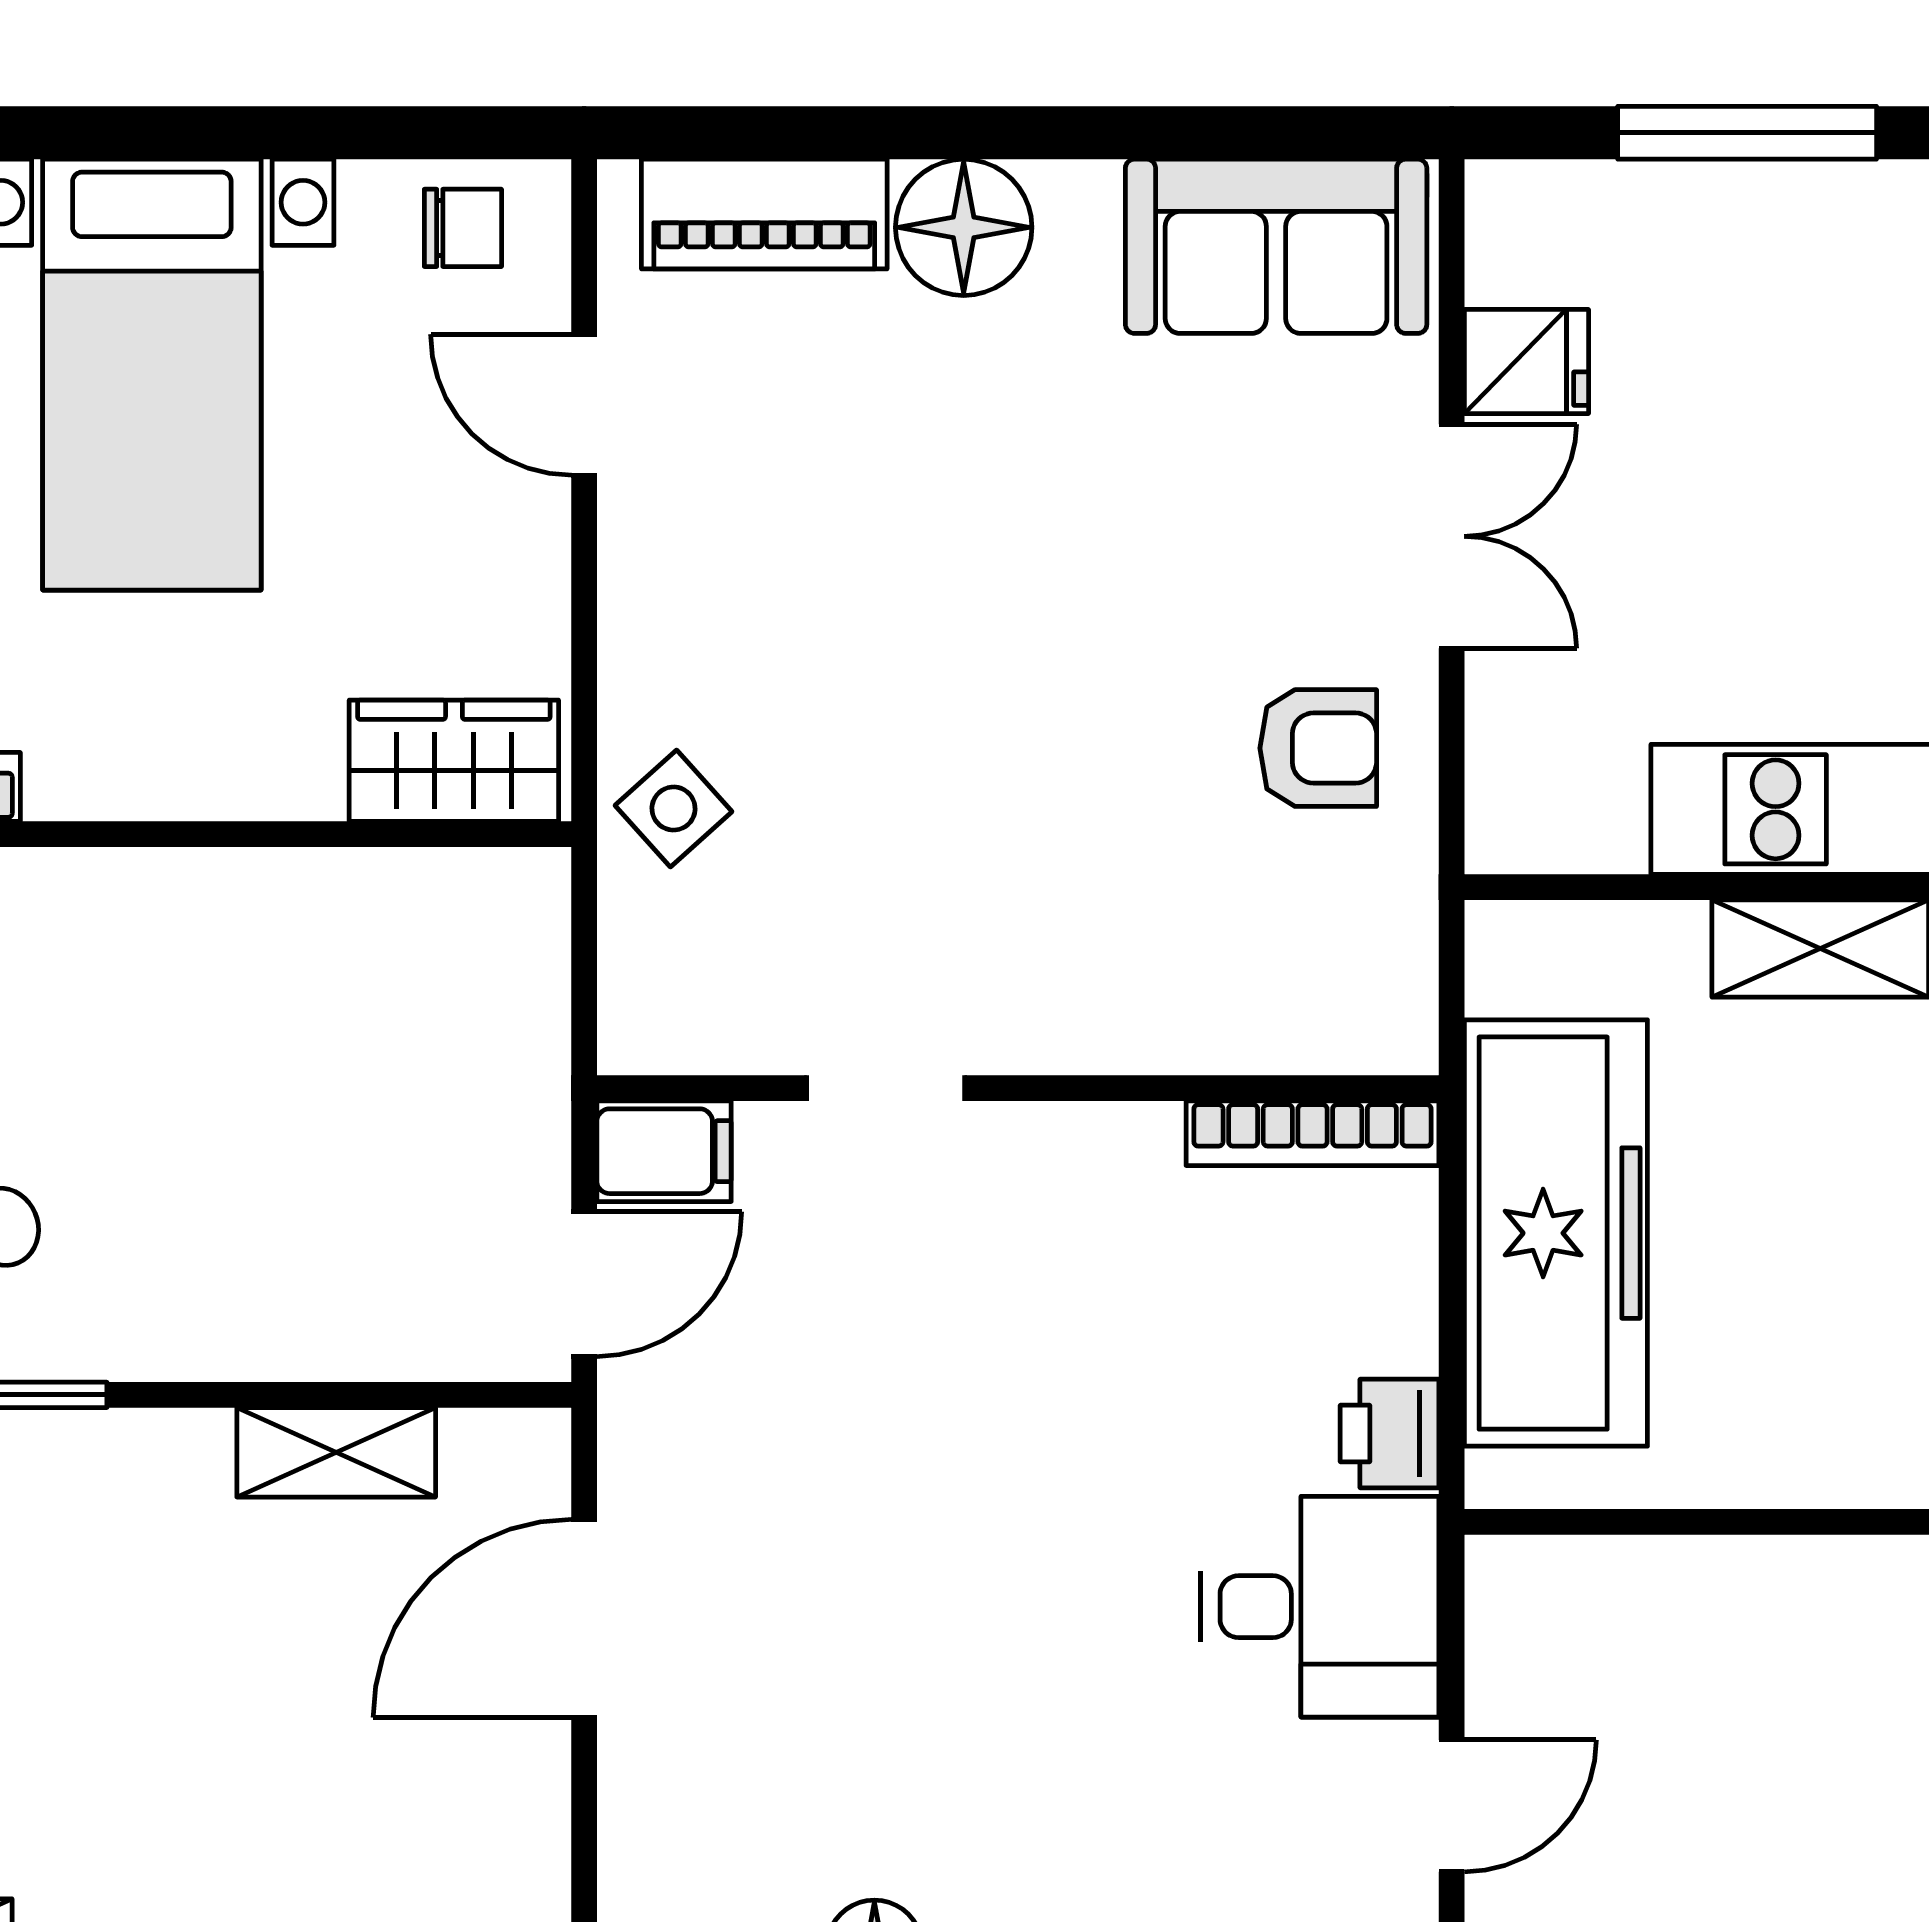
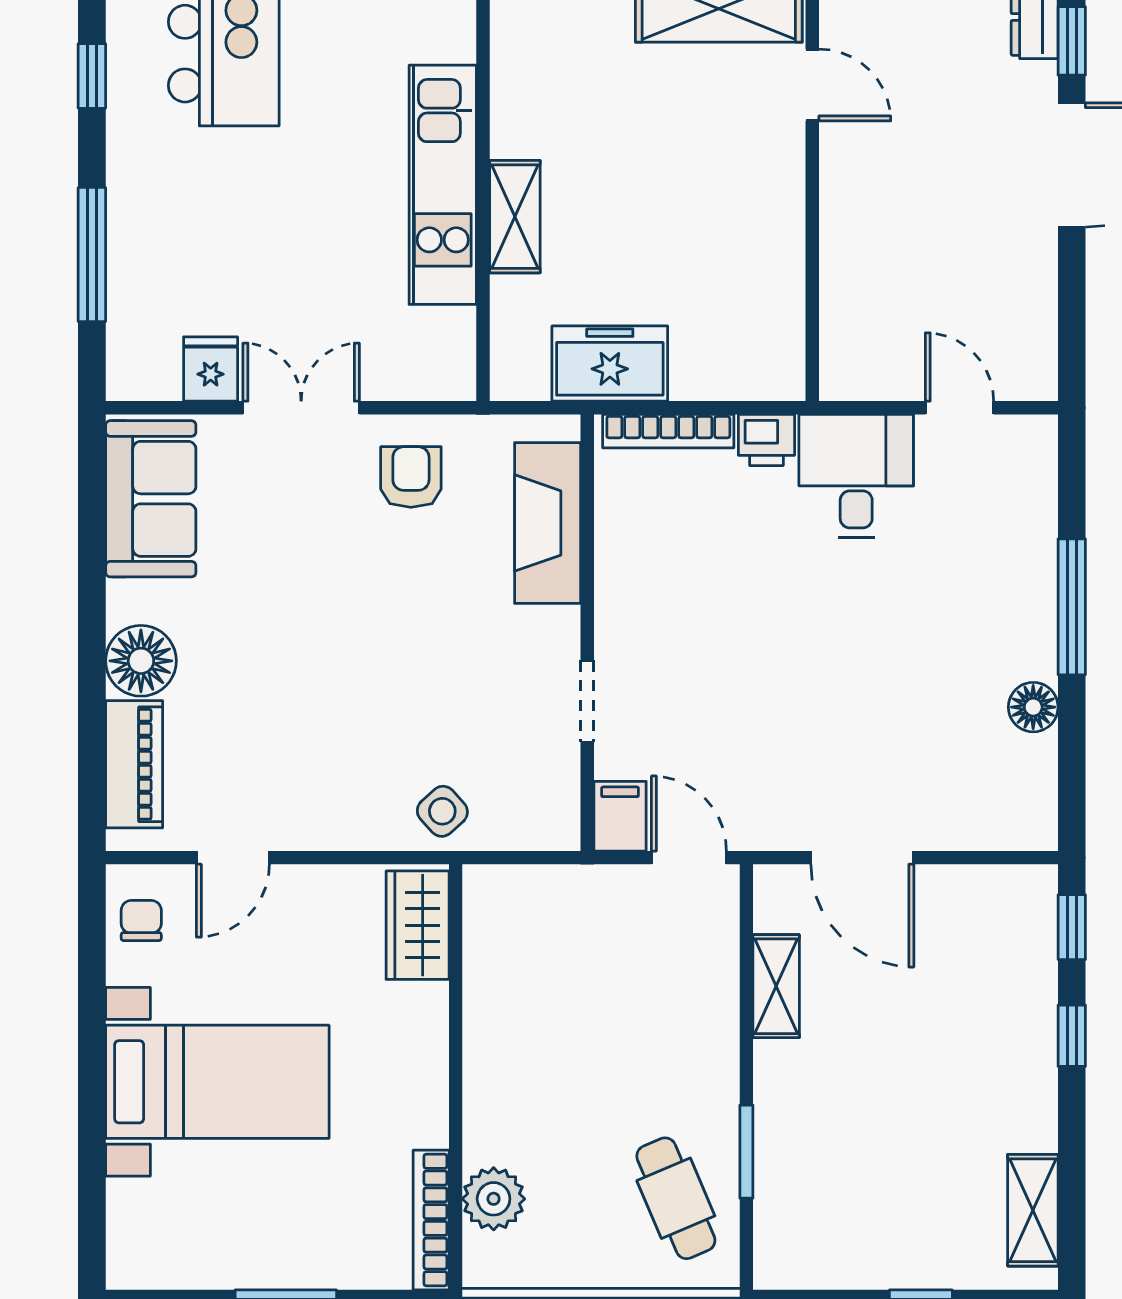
fireplace: (1230, 1012) -> (548, 523), added
bookcase: (1313, 1133) -> (668, 431), moved, turned 90
freezer: (1556, 1233) -> (610, 364), width x0.52, depth x0.79

